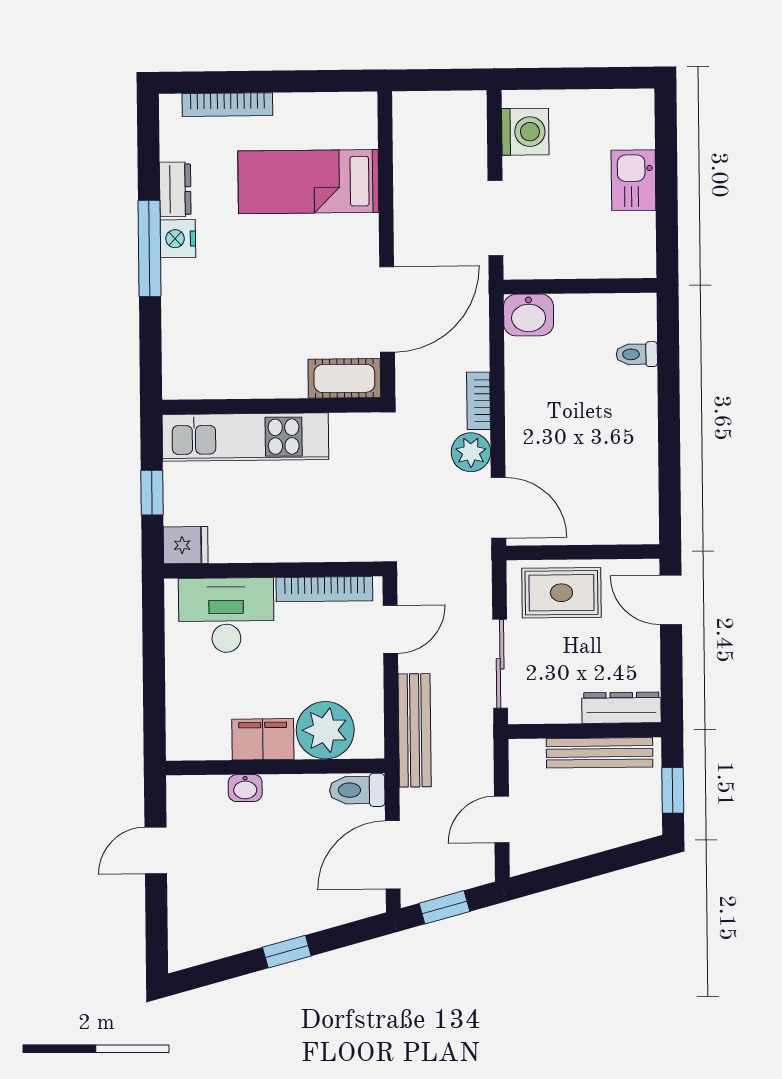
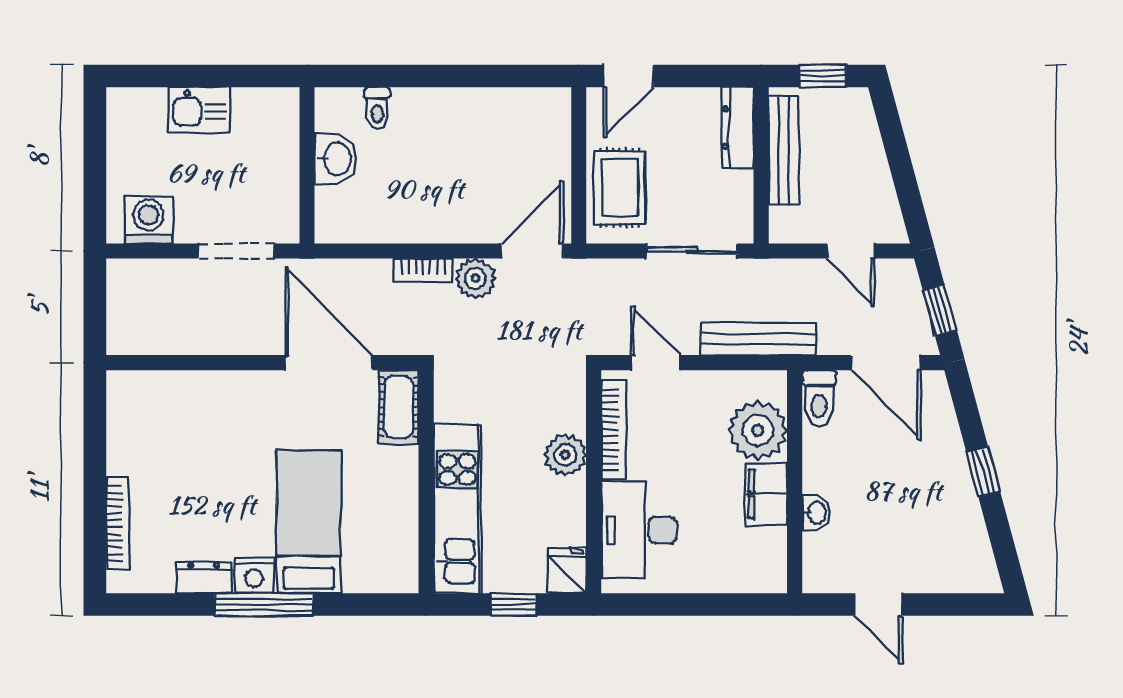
bed: (308, 182) -> (309, 522), moved, turned 180
washbasin: (529, 315) -> (336, 159), moved
plant: (299, 542) -> (565, 455), added

